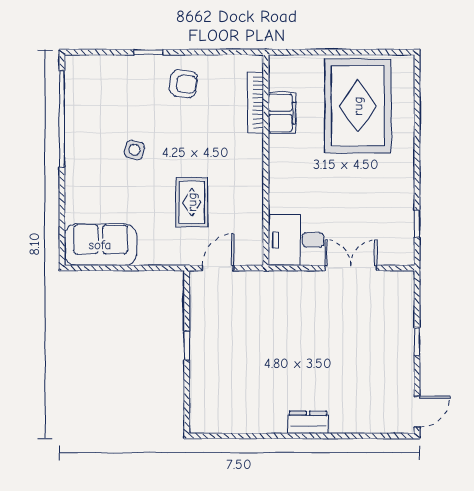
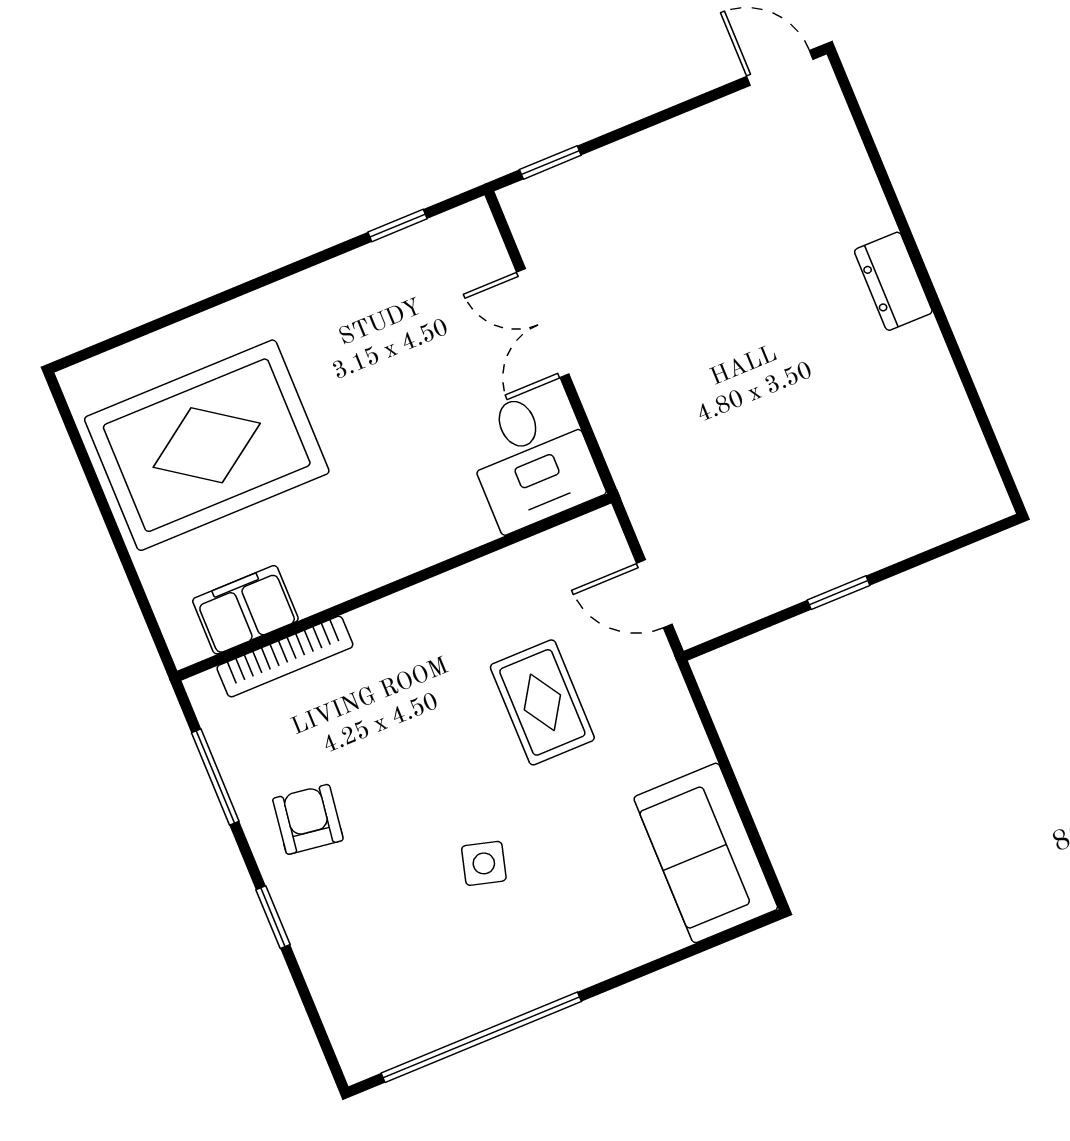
window: (217, 52) -> (215, 777), added
filing cabinet: (282, 113) -> (245, 610), moved
rug: (192, 202) -> (542, 702), turned 90
window: (417, 341) -> (550, 162), moved

